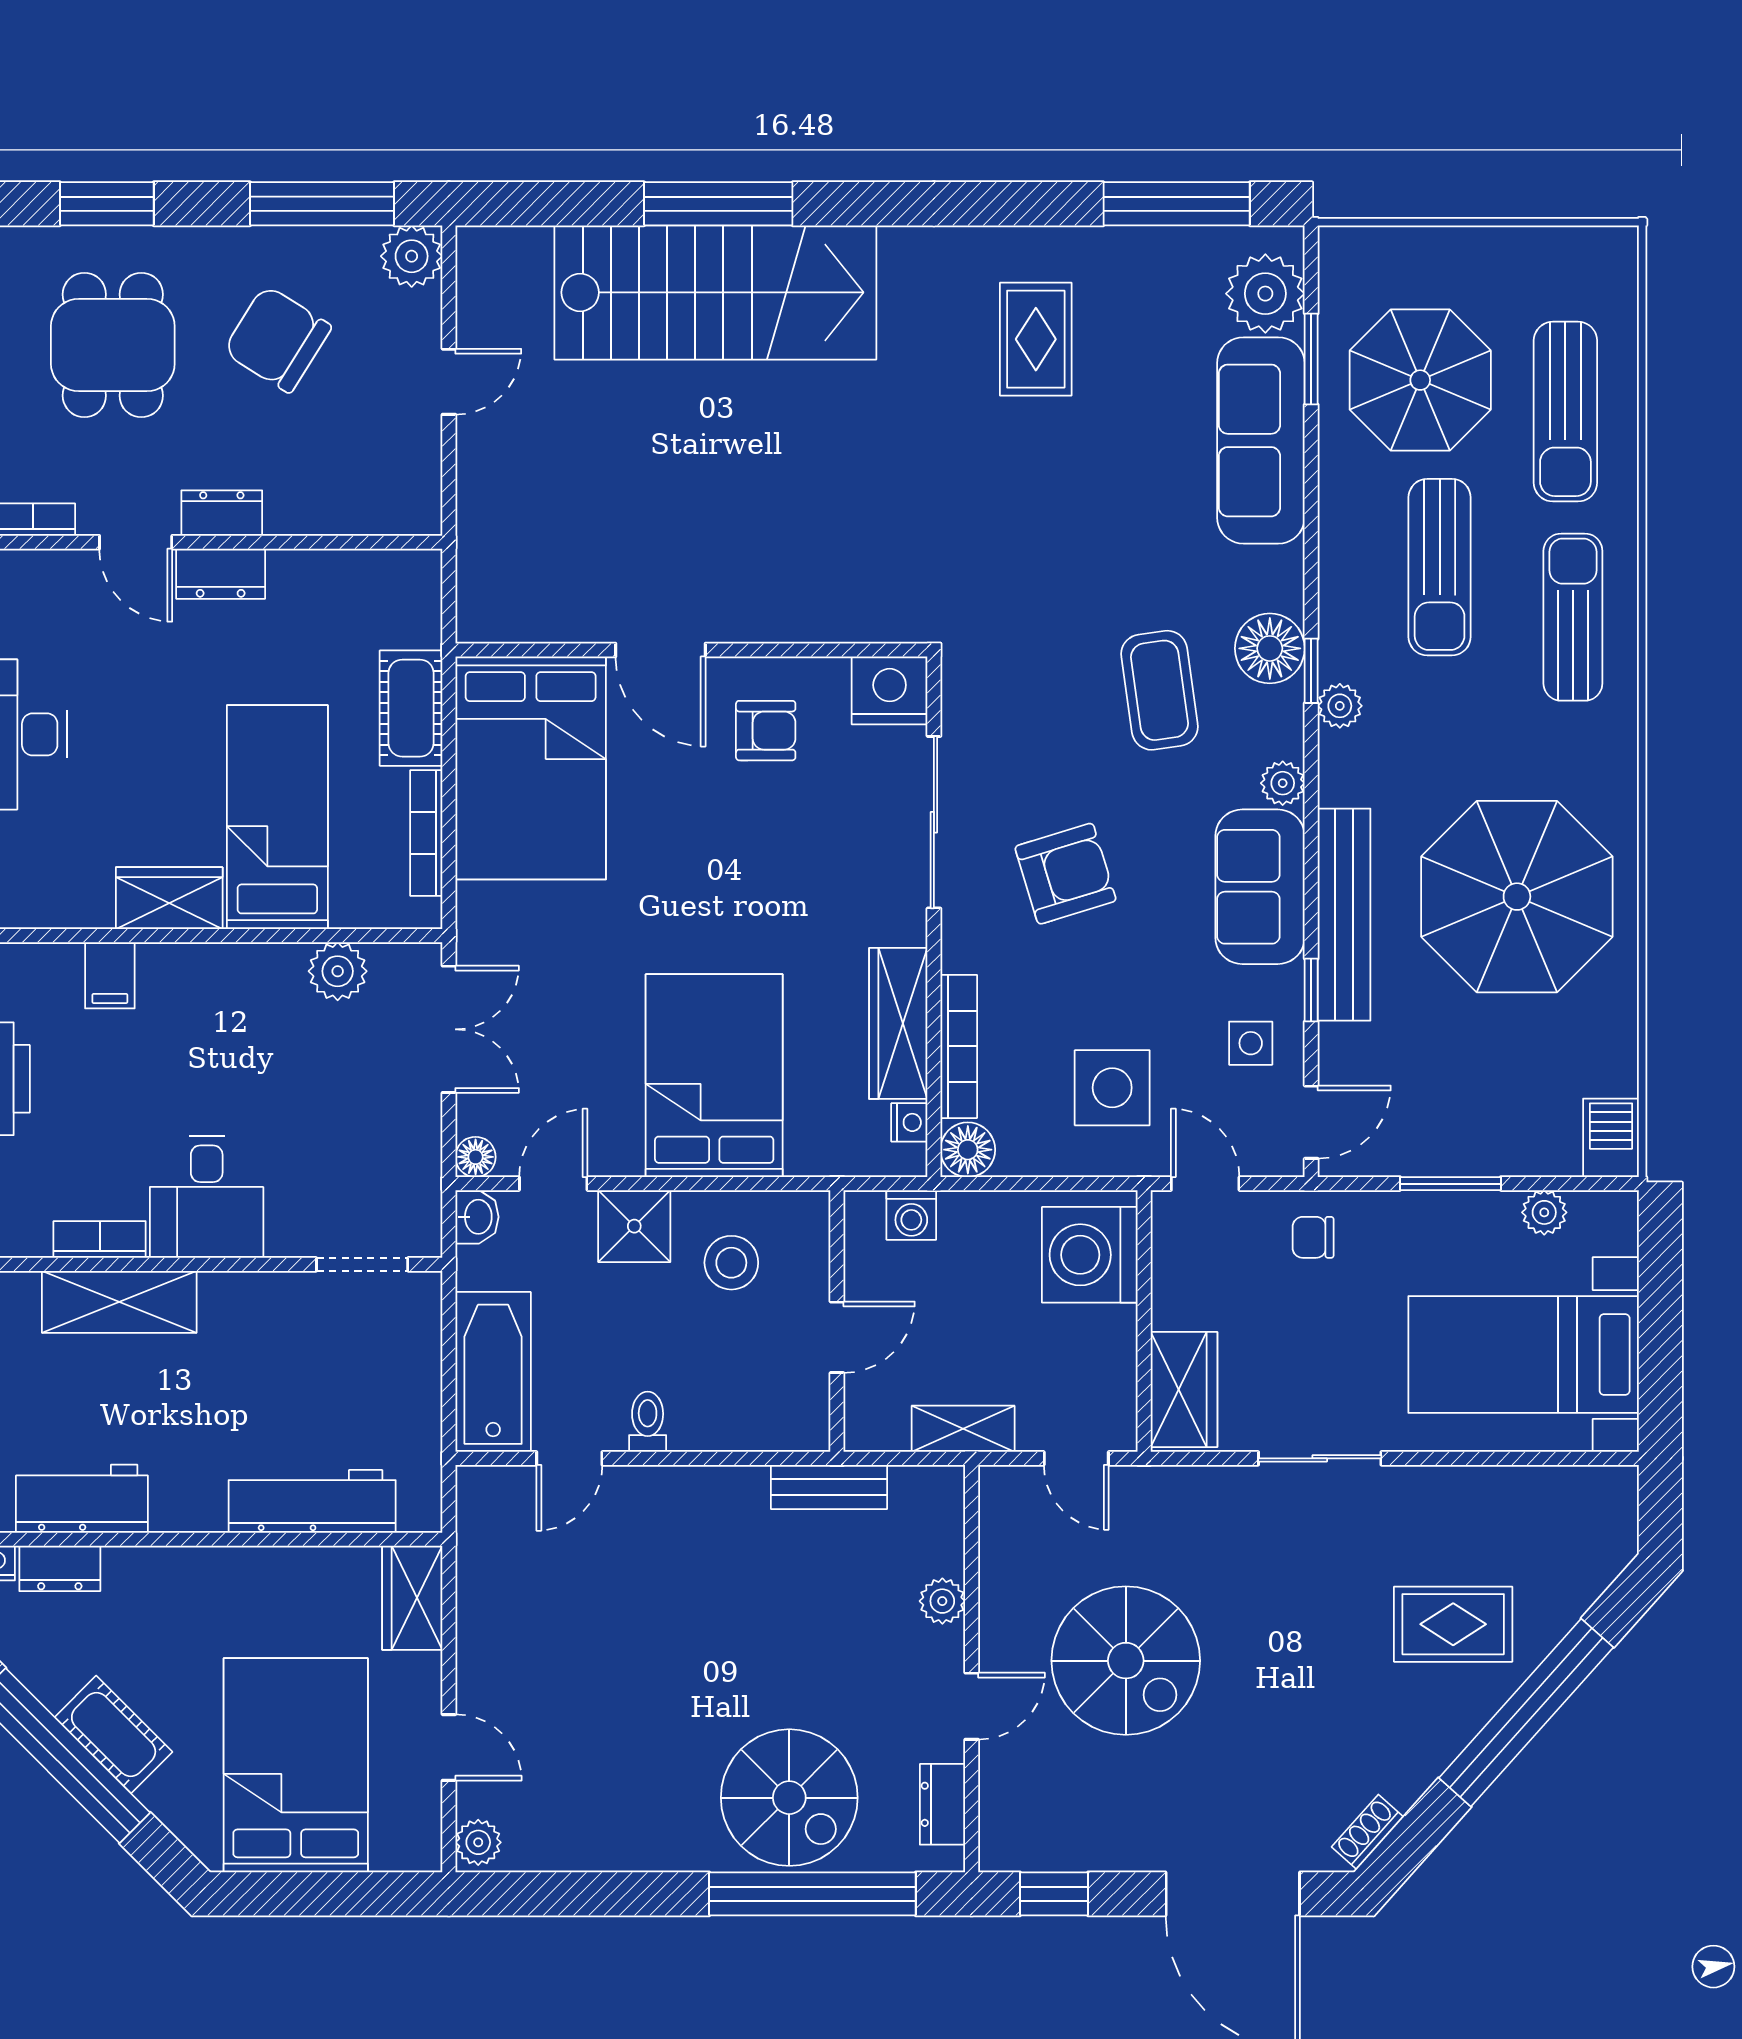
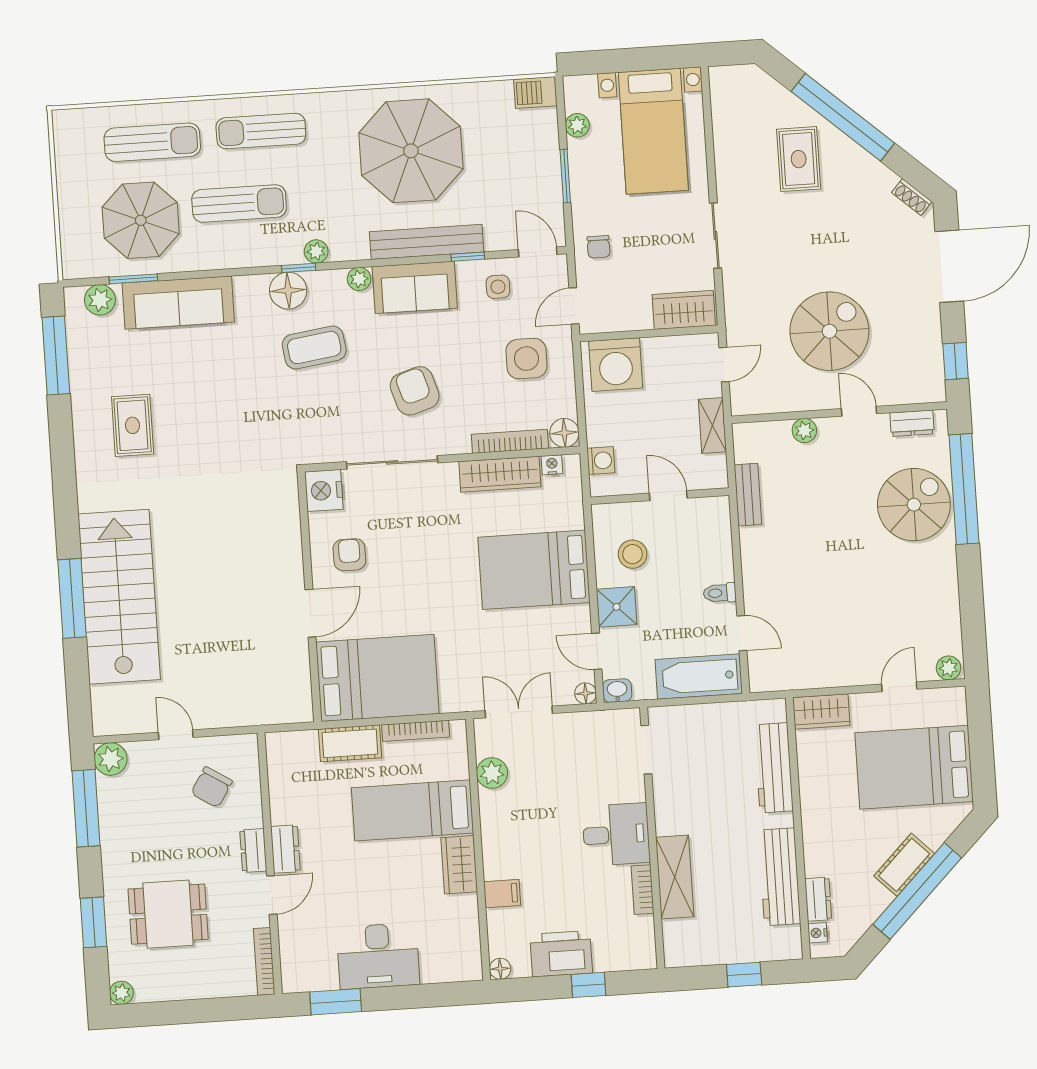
plant: (1265, 294) -> (100, 300), width x0.73, depth x0.73
chair: (277, 339) -> (212, 787), moved, width x0.73, depth x0.73
rug: (1036, 339) -> (133, 425), turned 90
workbench: (82, 1499) -> (780, 877), width x1.37

